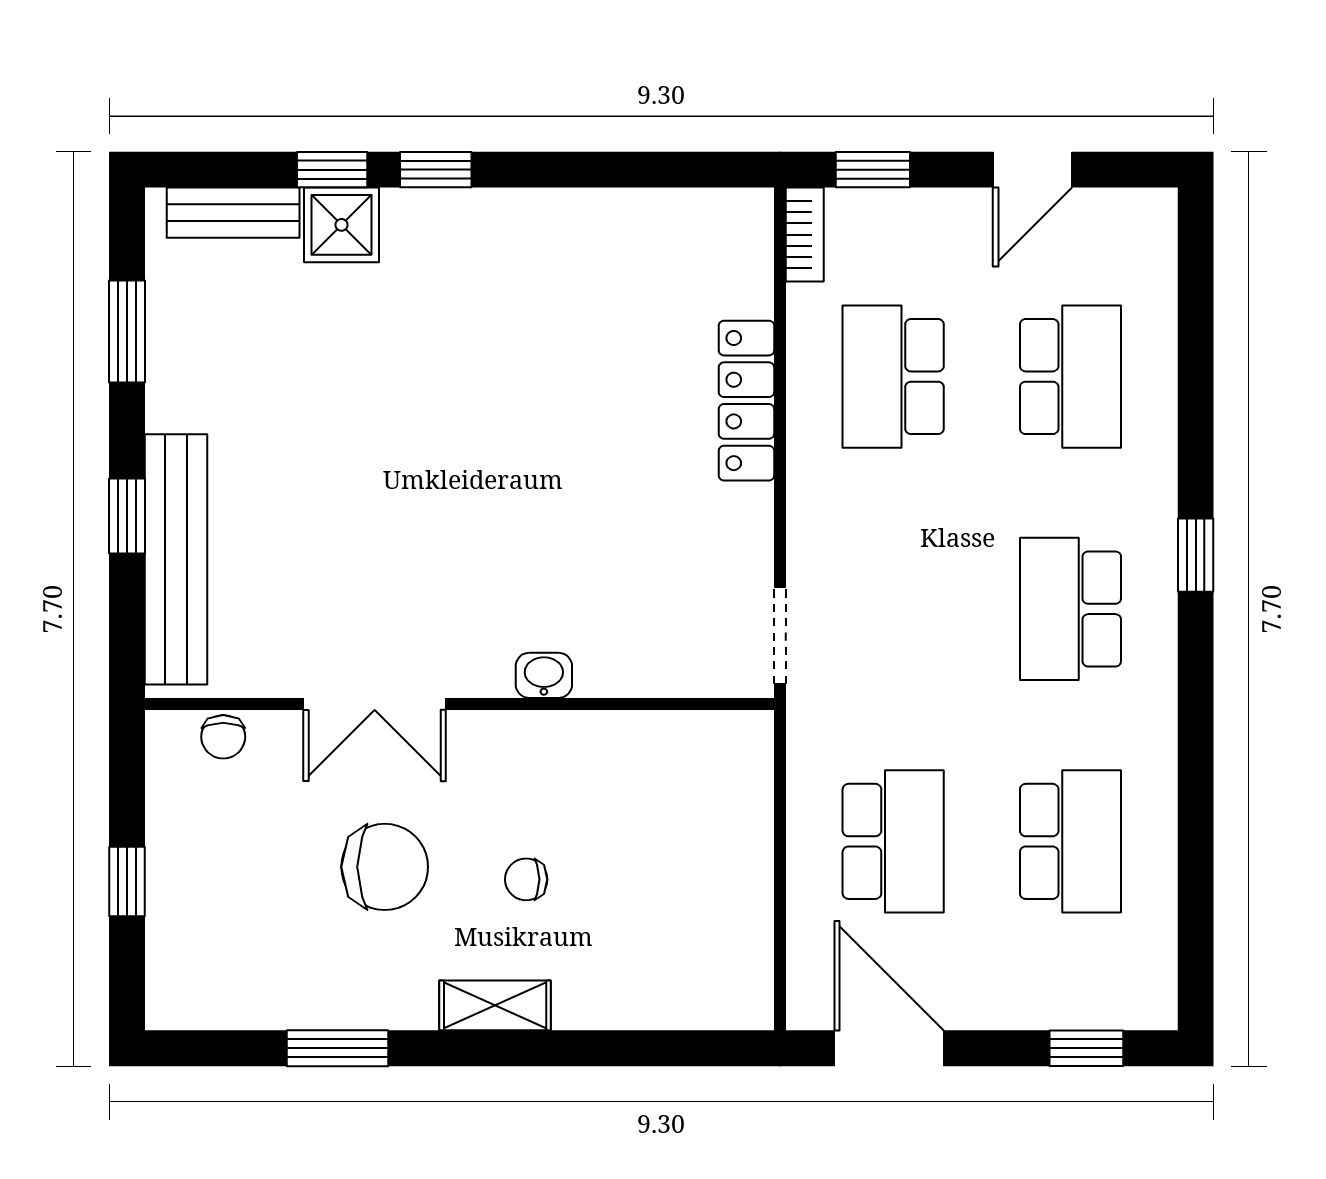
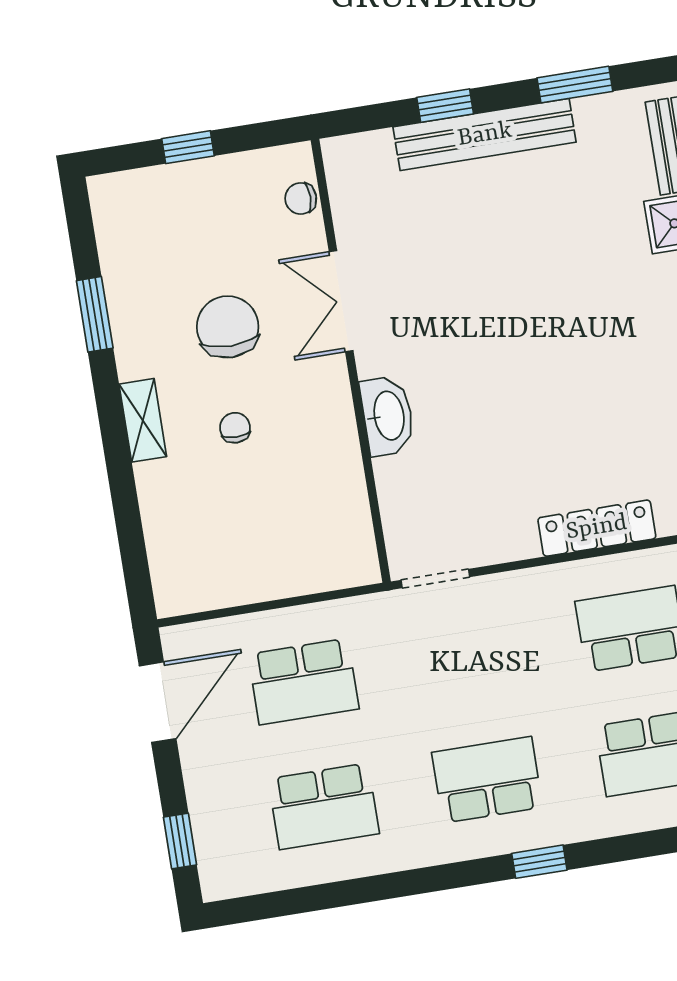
bench: (176, 559) -> (485, 135), moved
washbasin: (544, 675) -> (388, 416), width x1.91, depth x1.45
chair: (385, 867) -> (228, 327), turned 180

